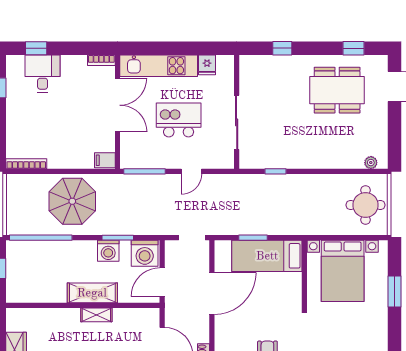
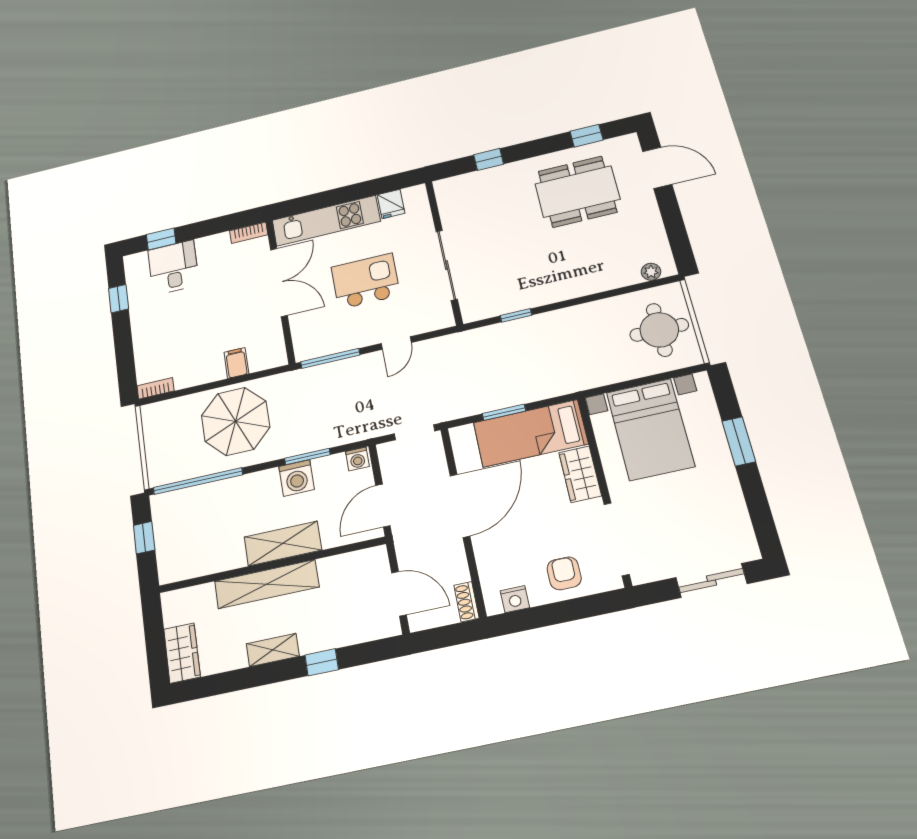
filing cabinet: (105, 160) -> (236, 363), moved, turned 90
bookcase: (26, 164) -> (155, 388), width x0.64
washing machine: (145, 253) -> (357, 459), width x0.53, depth x0.53
wardrobe: (292, 290) -> (580, 474), added
shelving: (96, 315) -> (267, 584), width x2.20, depth x1.33

